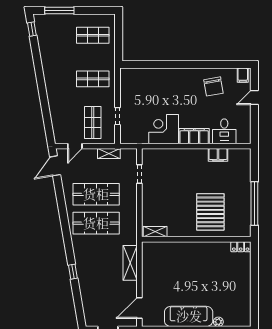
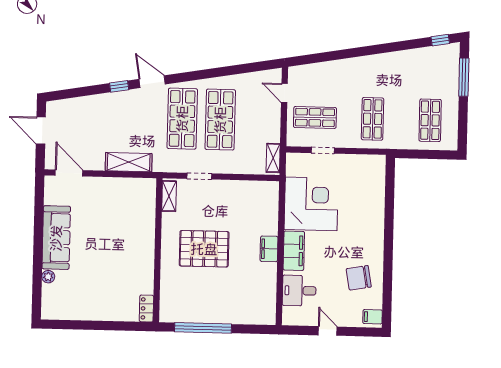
door: (254, 98) -> (328, 331), moved
corner desk: (164, 129) -> (311, 204), width x1.36, depth x1.36
shelving: (109, 154) -> (273, 158), moved
filing cabinet: (218, 155) -> (269, 249), moved
door: (55, 166) -> (152, 82), moved
doorway: (139, 174) -> (199, 176), moved
pallet: (210, 212) -> (204, 249), moved

